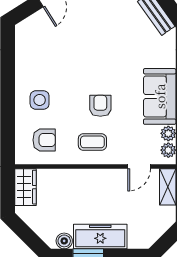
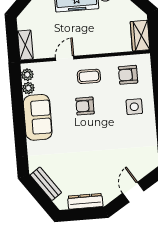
armchair: (100, 106) -> (85, 106), turned 90
door: (139, 167) -> (65, 58), moved

